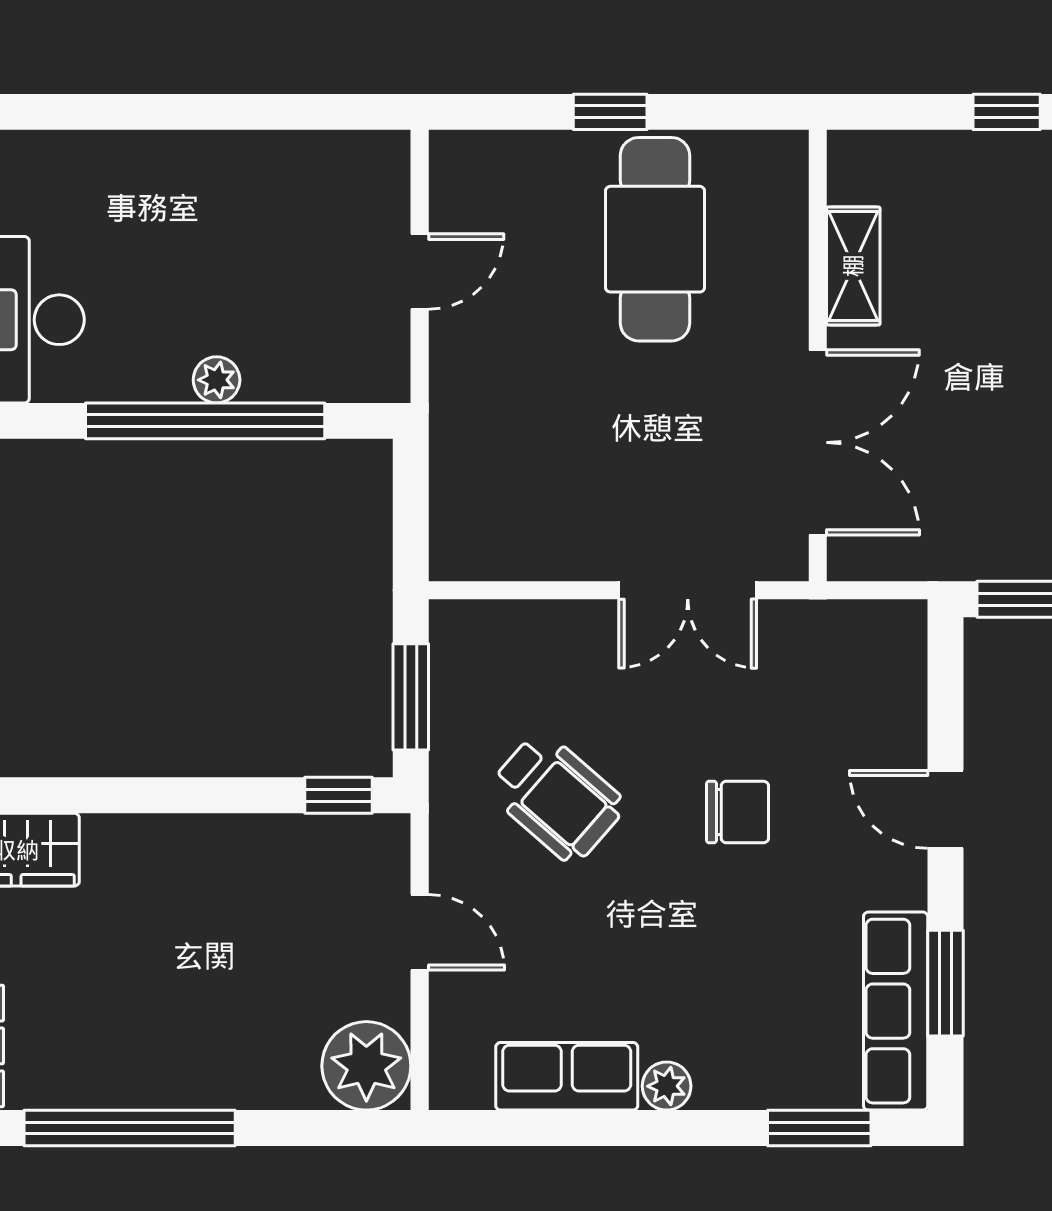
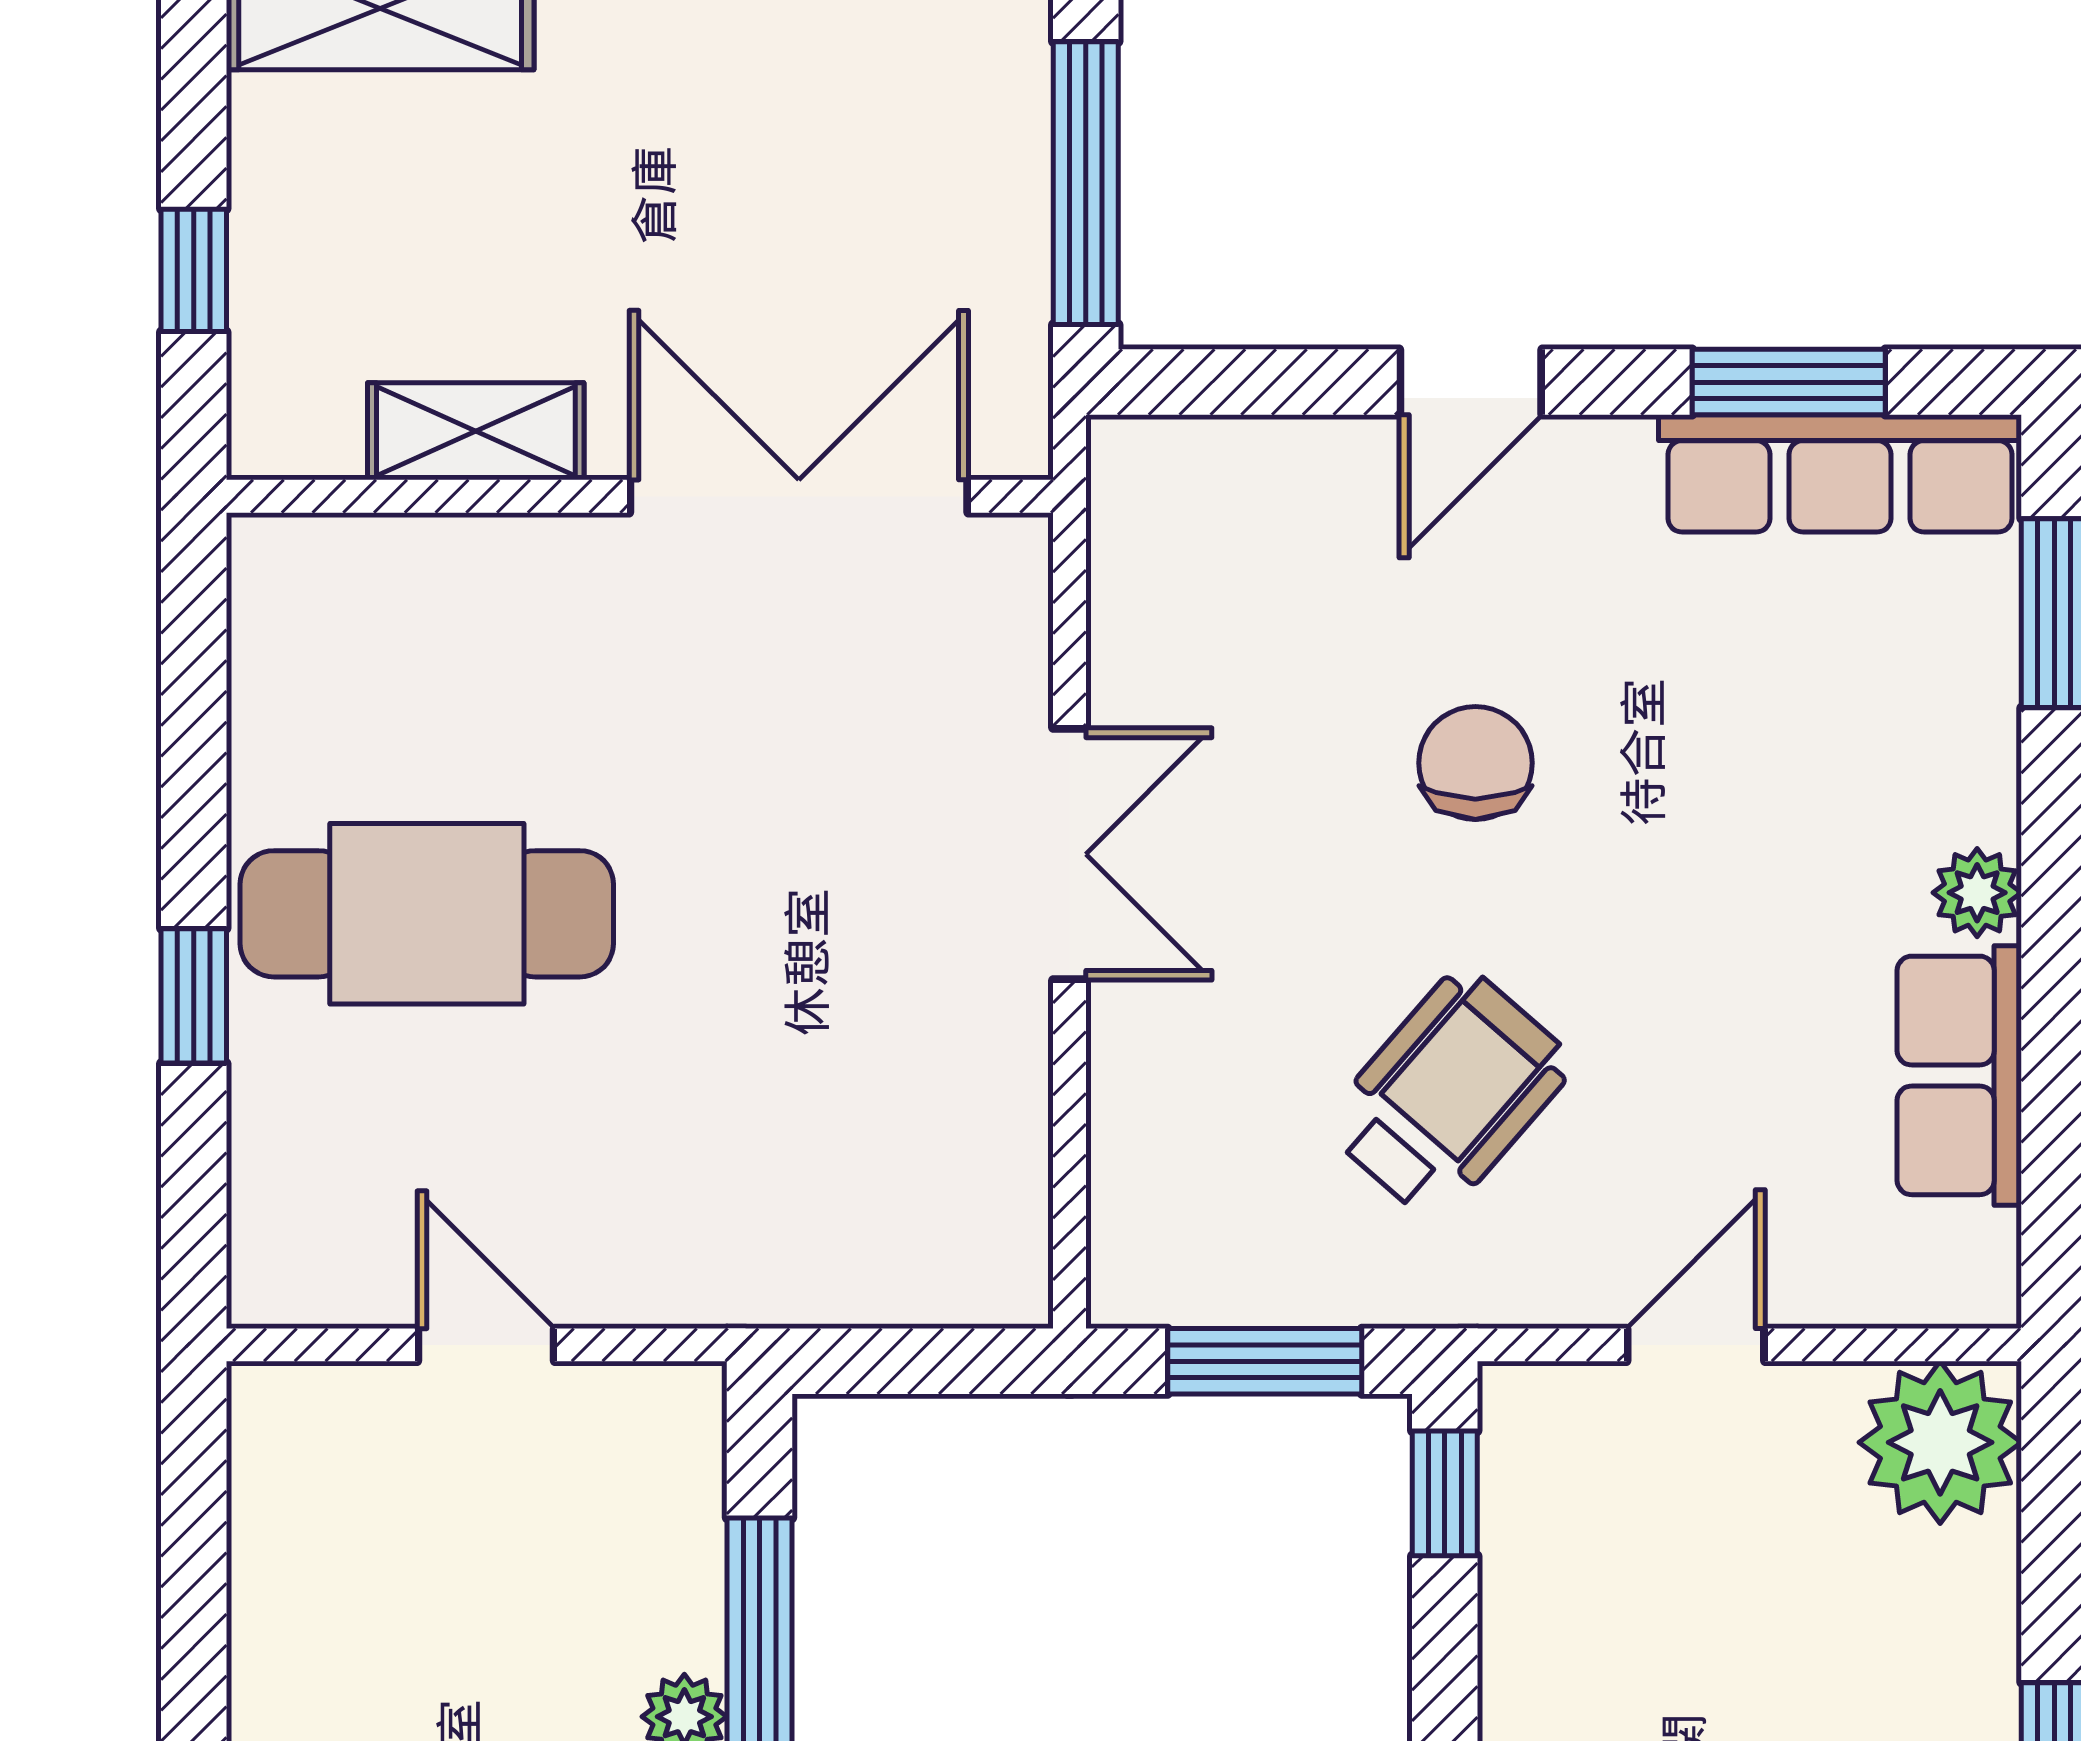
shelving: (853, 266) -> (476, 431), moved
wall: (818, 356) -> (640, 496), moved
double door: (818, 442) -> (799, 496), moved

